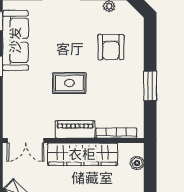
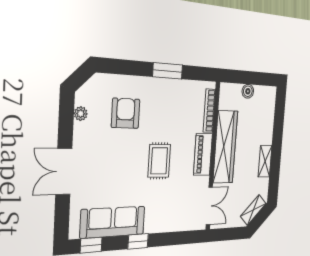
armchair: (111, 47) -> (126, 113), turned -90
boiler: (137, 163) -> (248, 91), moved

